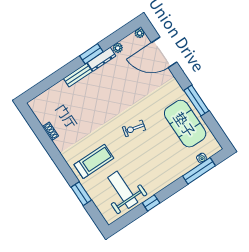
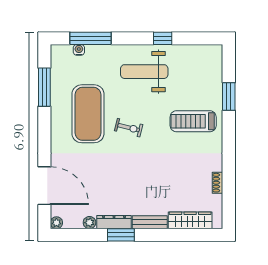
wardrobe: (52, 94) -> (190, 220), added
window: (196, 101) -> (44, 87), moved
exercise mat: (185, 124) -> (88, 114), moved
weight bench: (123, 190) -> (144, 72), moved, turned 90

